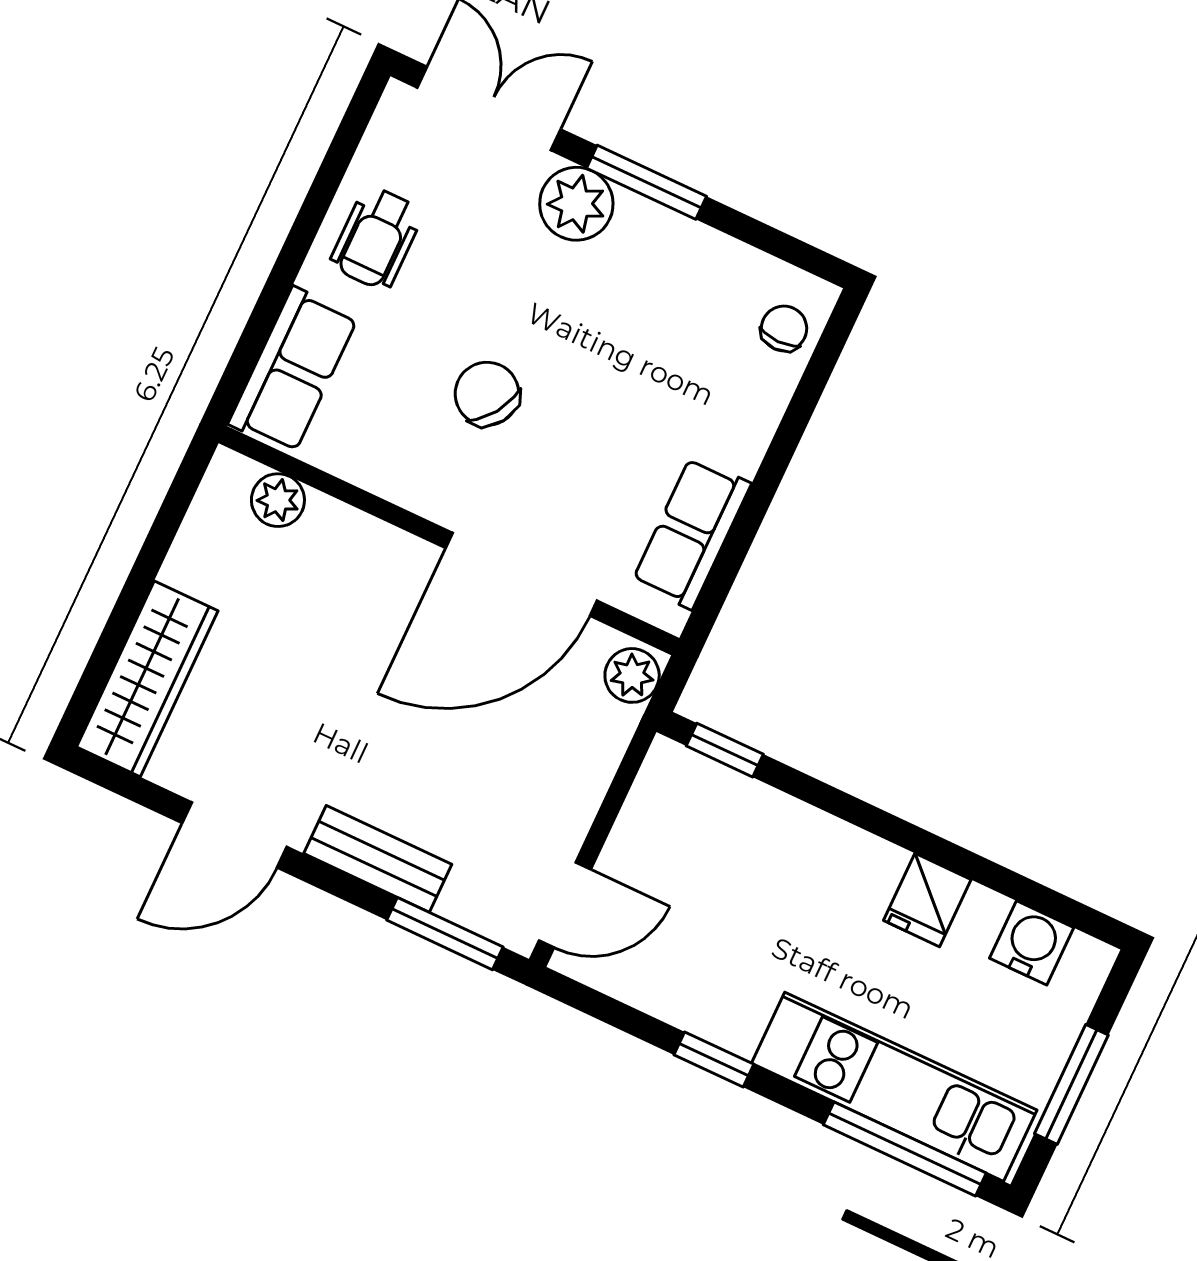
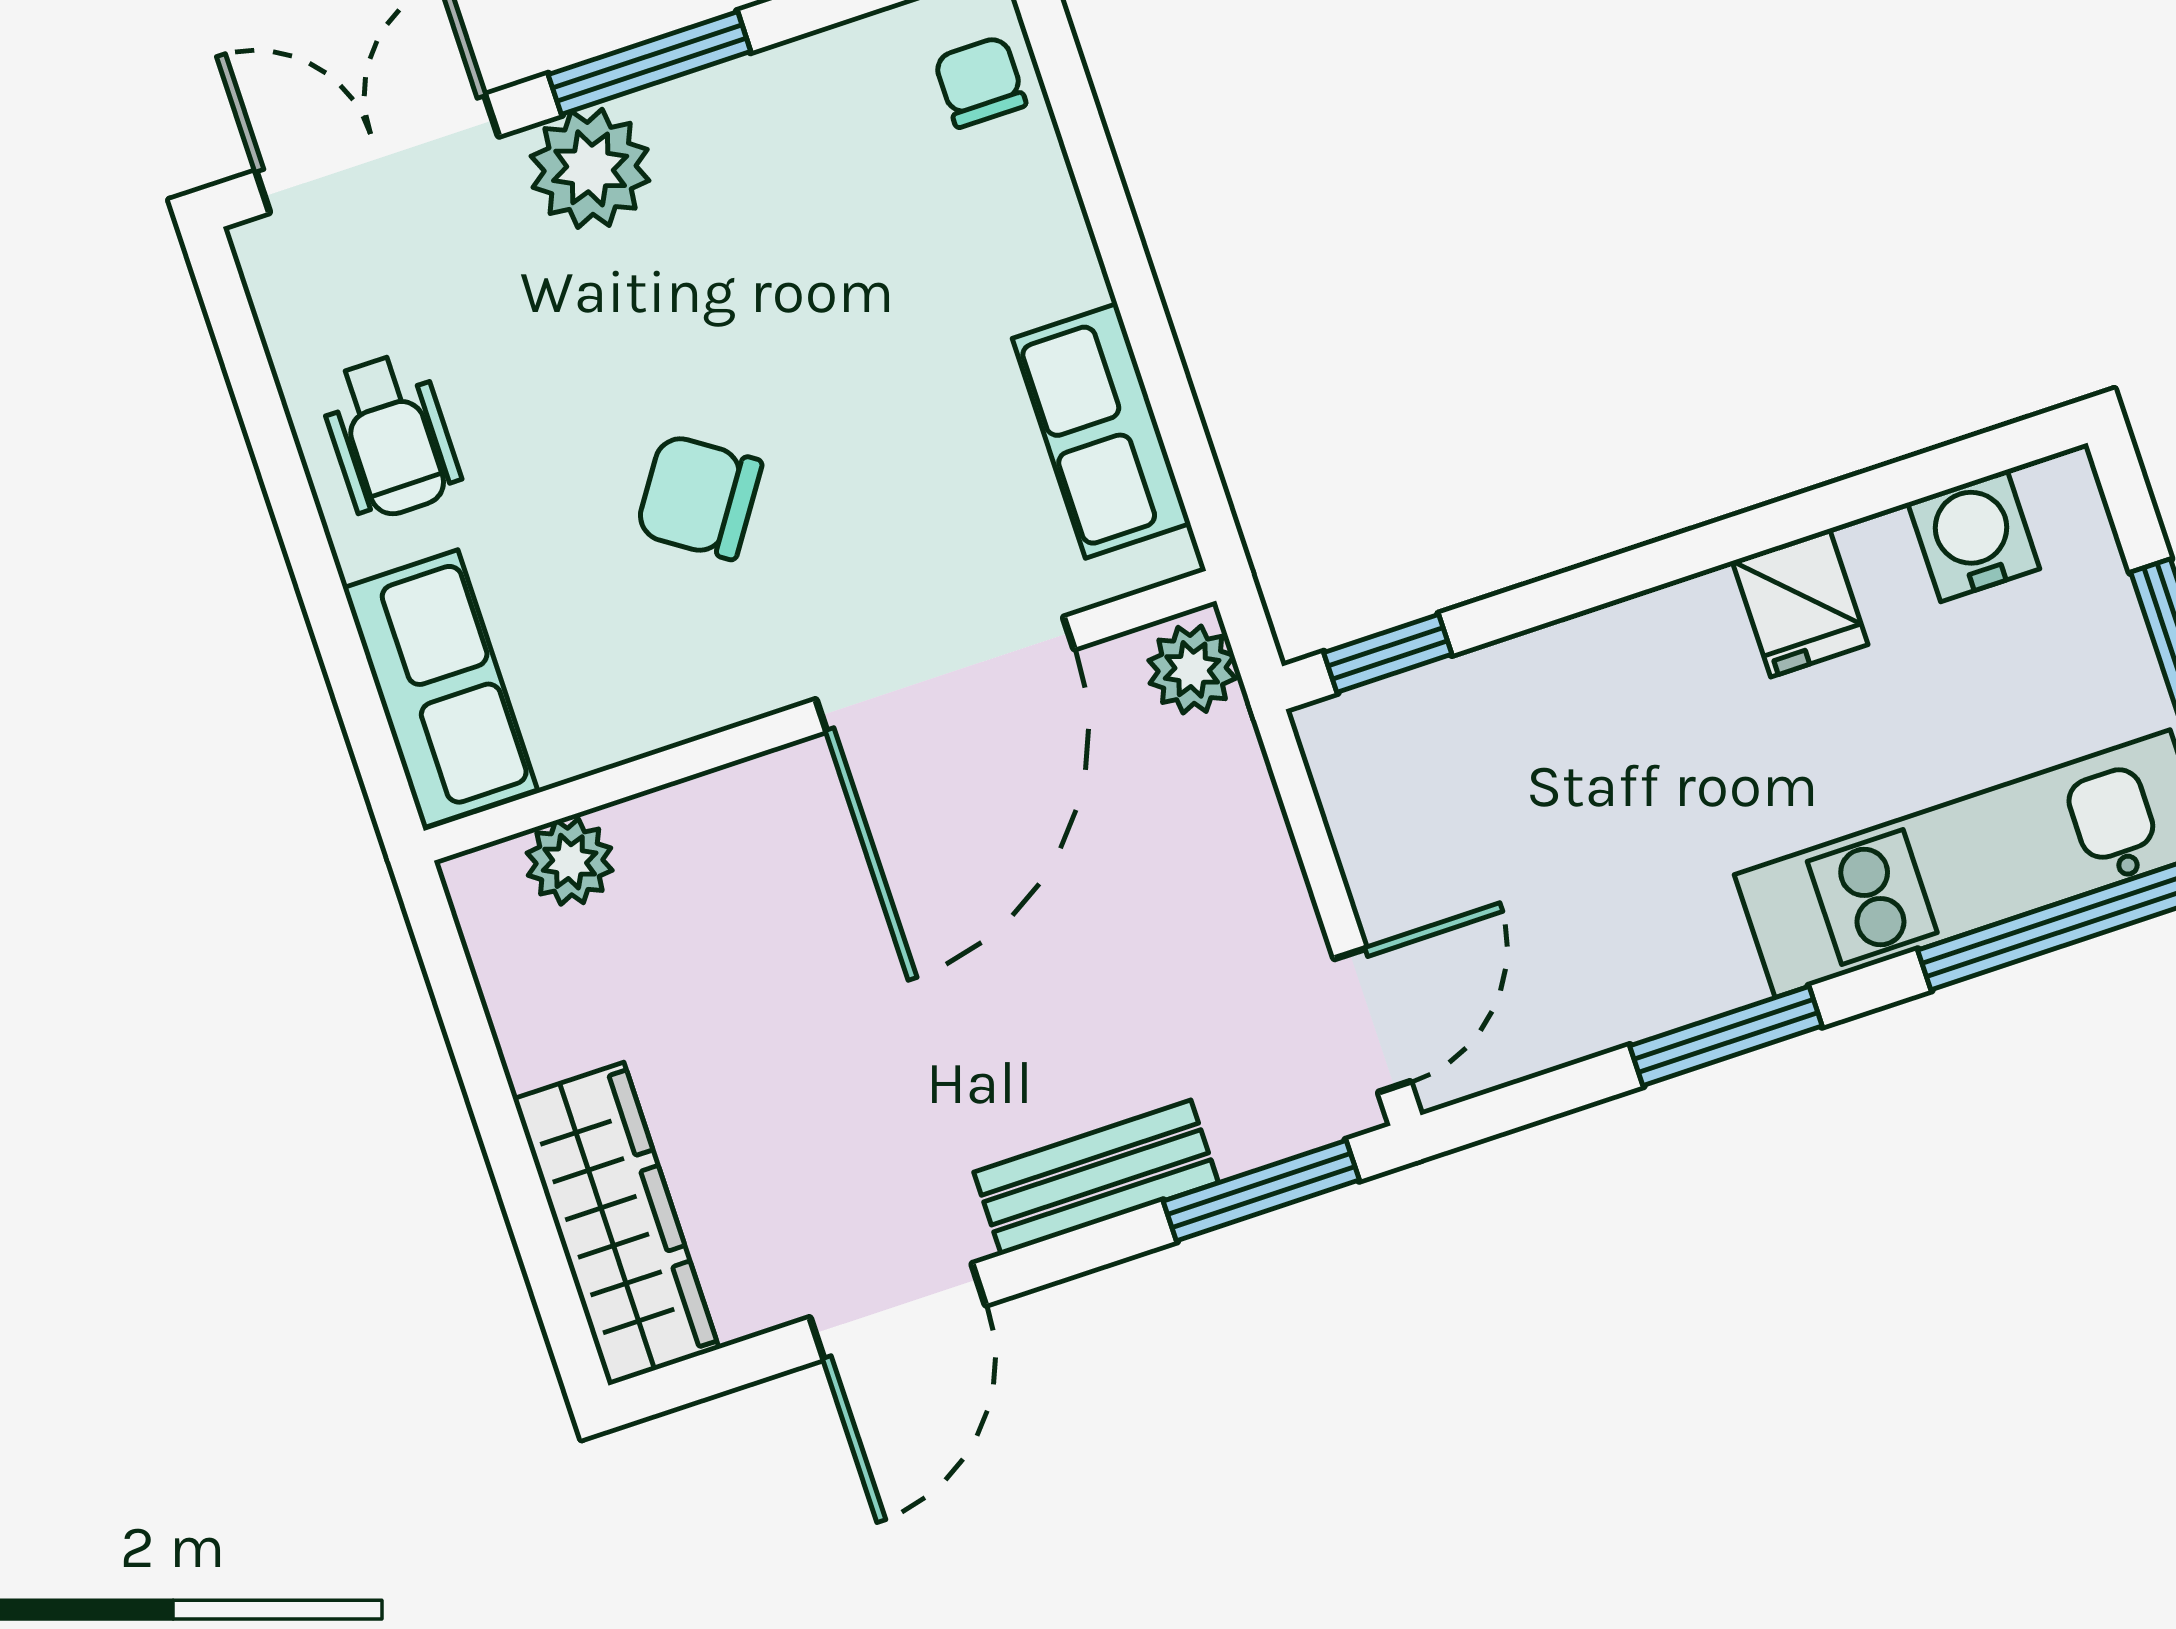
window: (714, 1060) -> (1726, 1036), width x1.50

